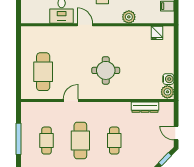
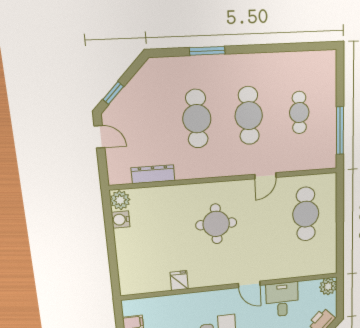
plant: (129, 17) -> (328, 286), moved
fridge: (157, 33) -> (179, 281), moved
window: (19, 139) -> (340, 131), moved
cafe table: (114, 141) -> (197, 119), width x1.37, depth x1.35

